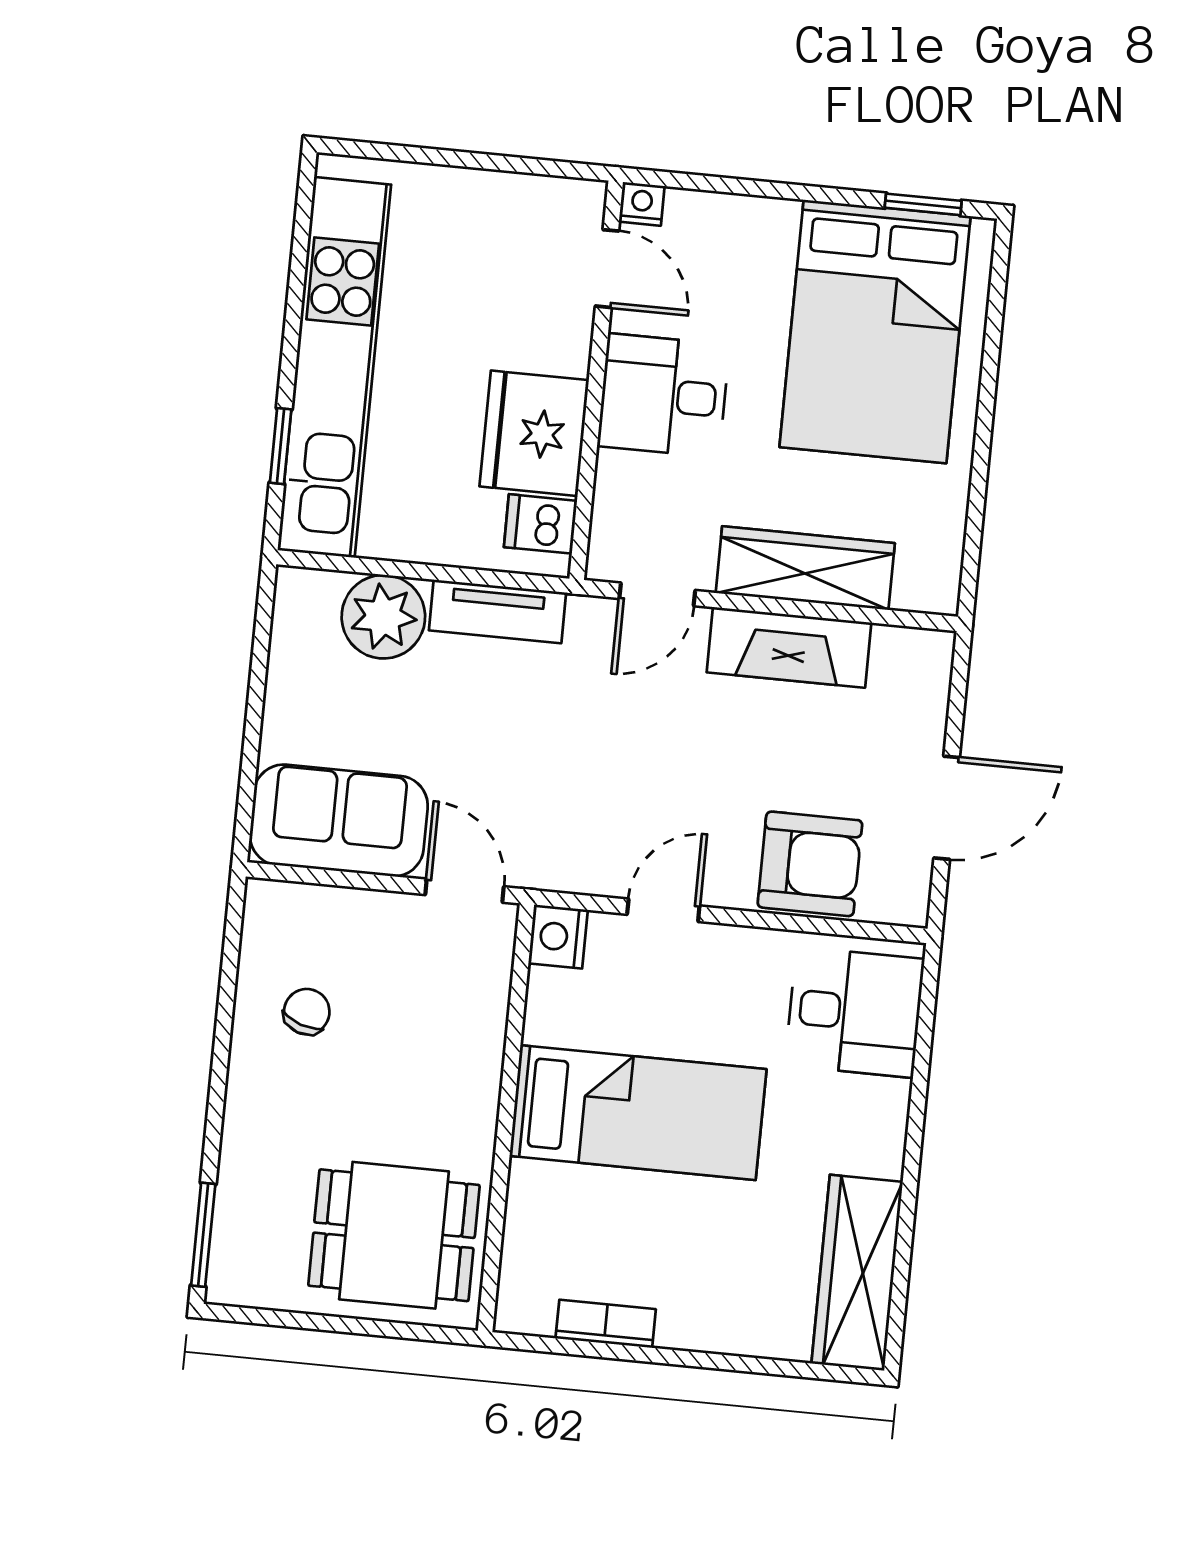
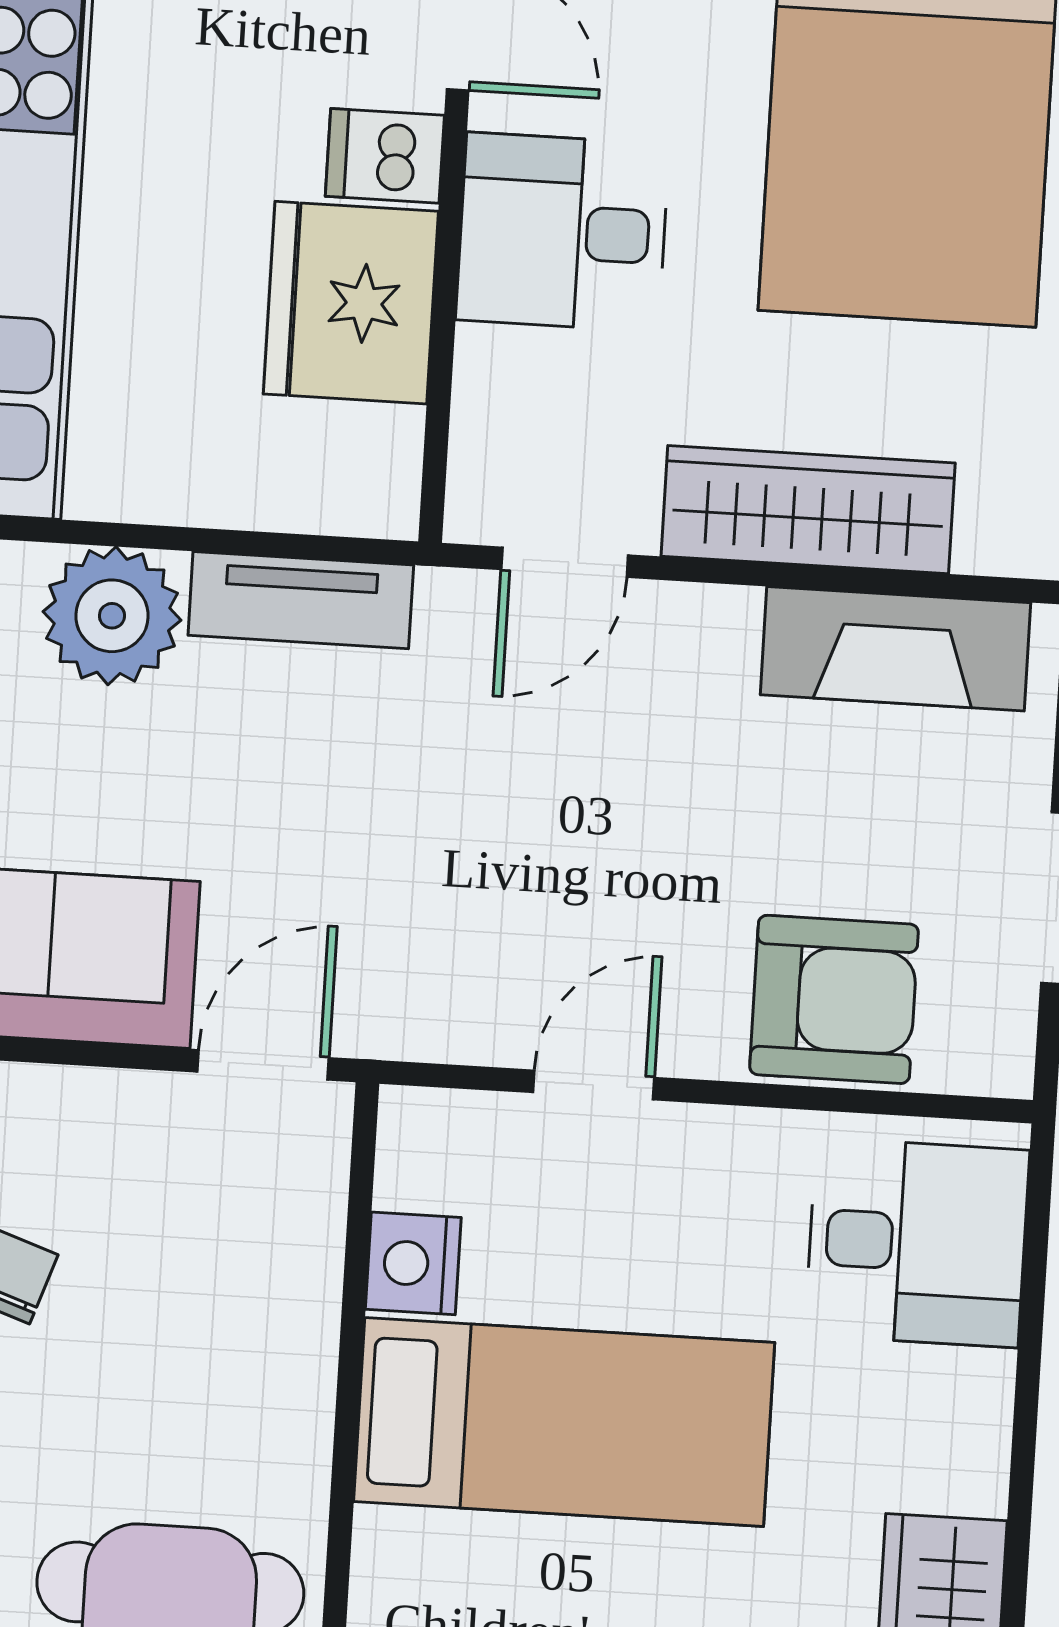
dishwasher: (540, 524) -> (385, 156), moved
fireplace: (789, 647) -> (896, 649), moved
door: (464, 891) -> (263, 1065), hinge flipped
nightstand: (558, 937) -> (413, 1263), moved

